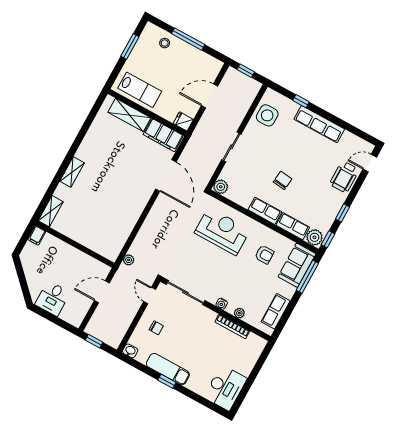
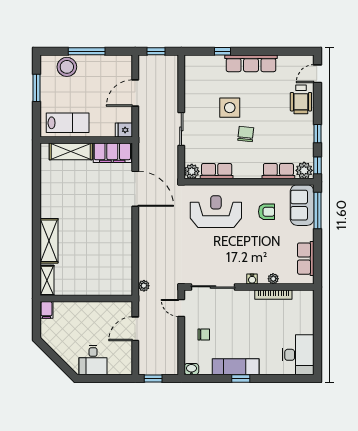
stool: (165, 43) -> (67, 67), width x1.89, depth x1.89
side table: (267, 115) -> (230, 108), moved
shelving: (72, 172) -> (49, 241), width x1.50, depth x1.33
row of seats: (265, 211) -> (217, 171), moved

